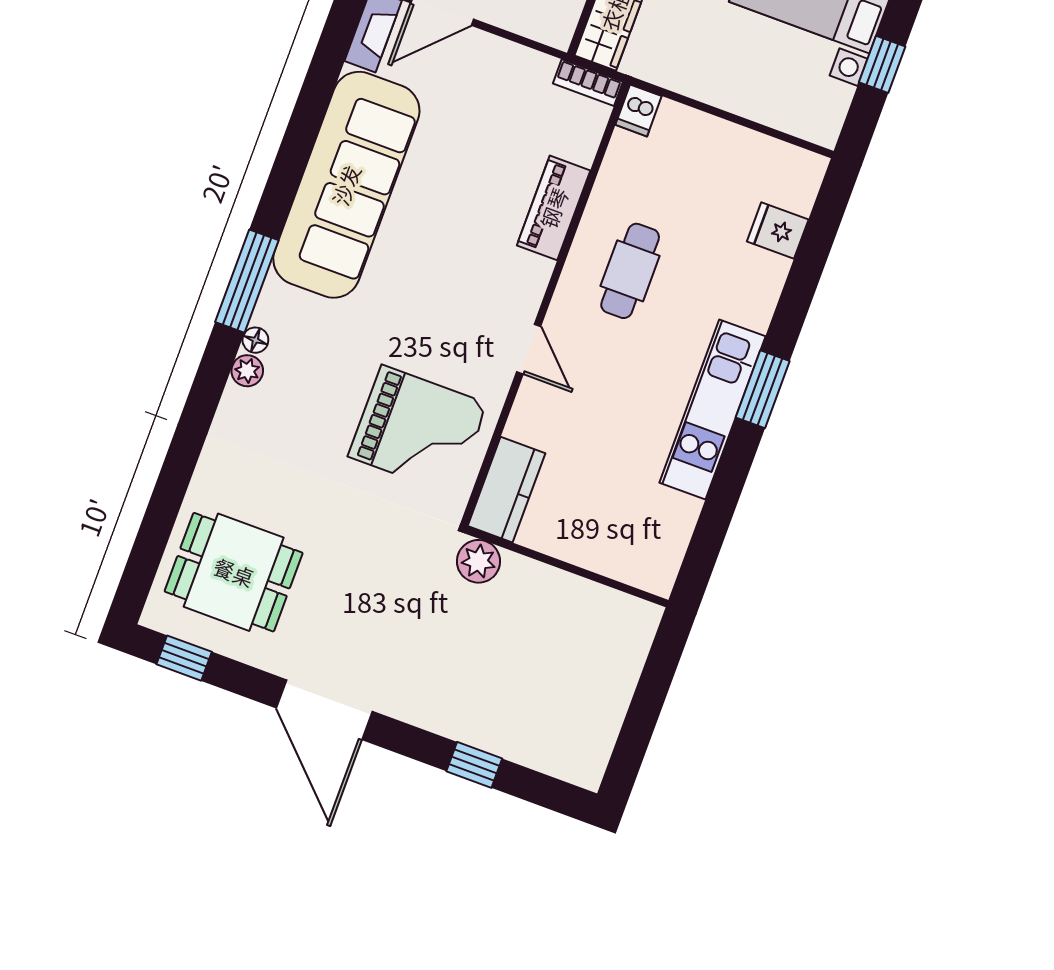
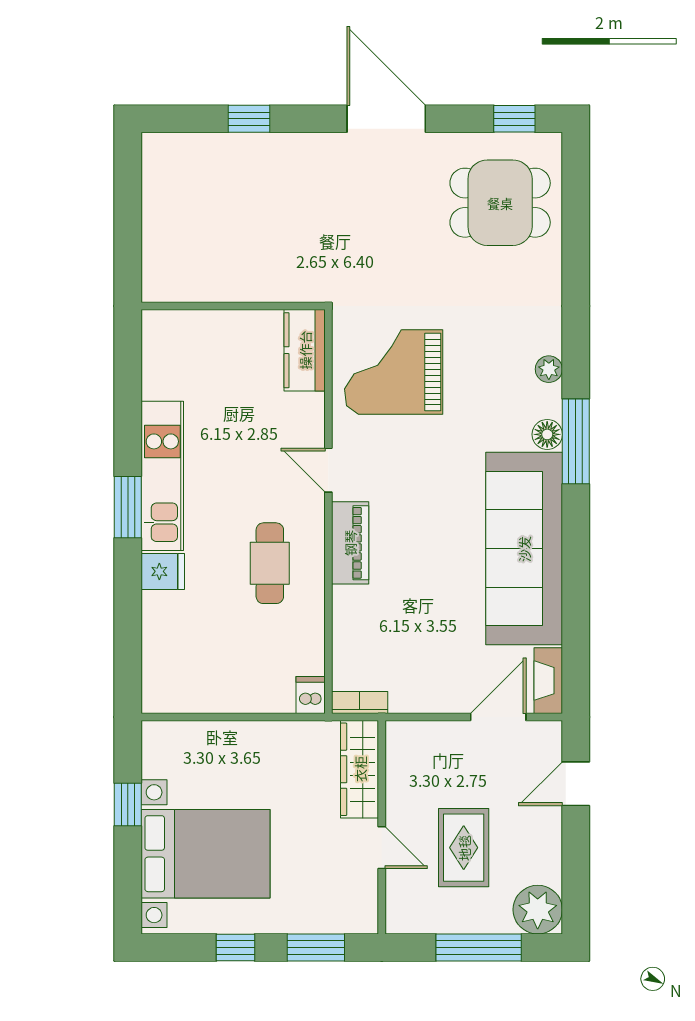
piano: (554, 208) -> (350, 543), moved
fridge: (778, 231) -> (163, 571), moved
floor lamp: (255, 340) -> (547, 434), moved, width x1.37, depth x1.37
plant: (478, 561) -> (306, 284), removed

